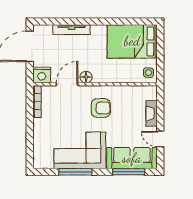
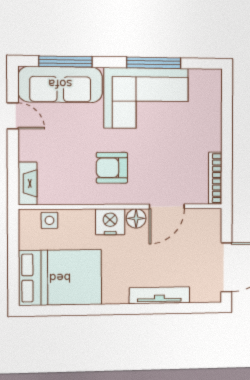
side table: (148, 73) -> (49, 220), moved
nightstand: (42, 75) -> (110, 222), moved
fireplace: (152, 113) -> (28, 183), moved

